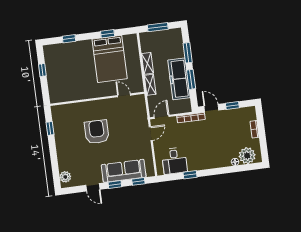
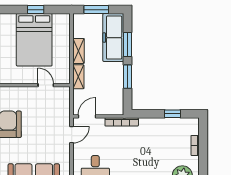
freezer: (179, 79) -> (113, 38), moved
door: (211, 108) -> (147, 114), removed

